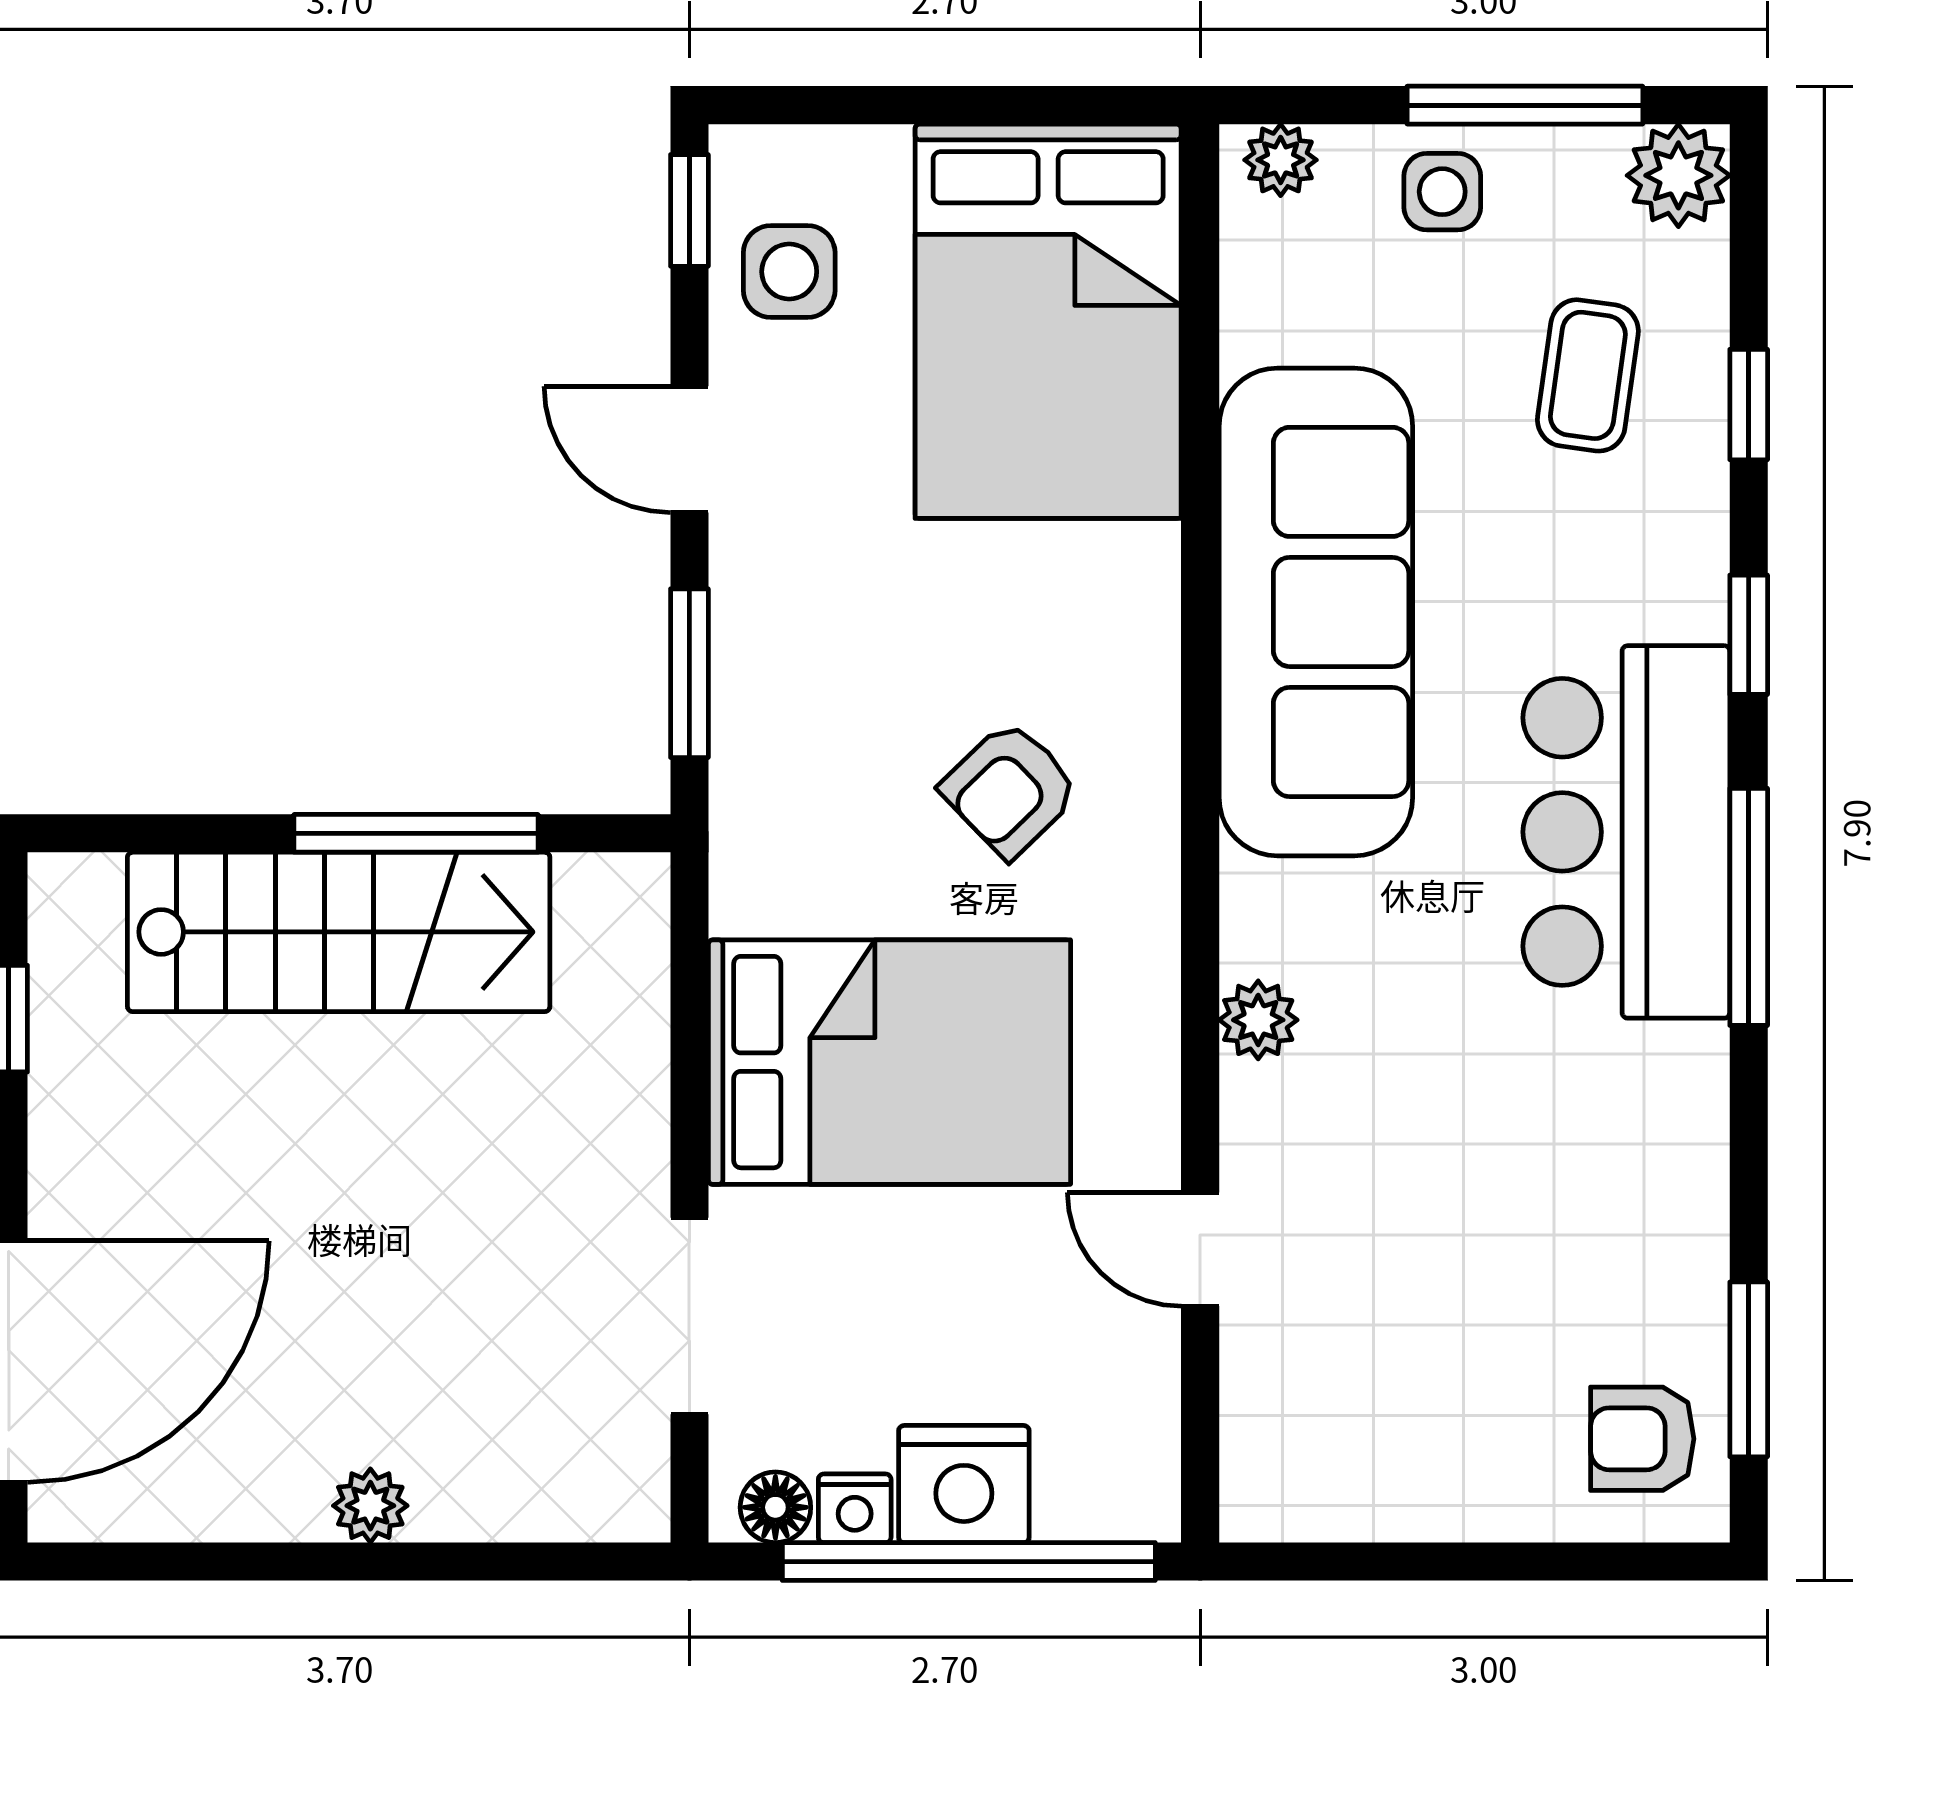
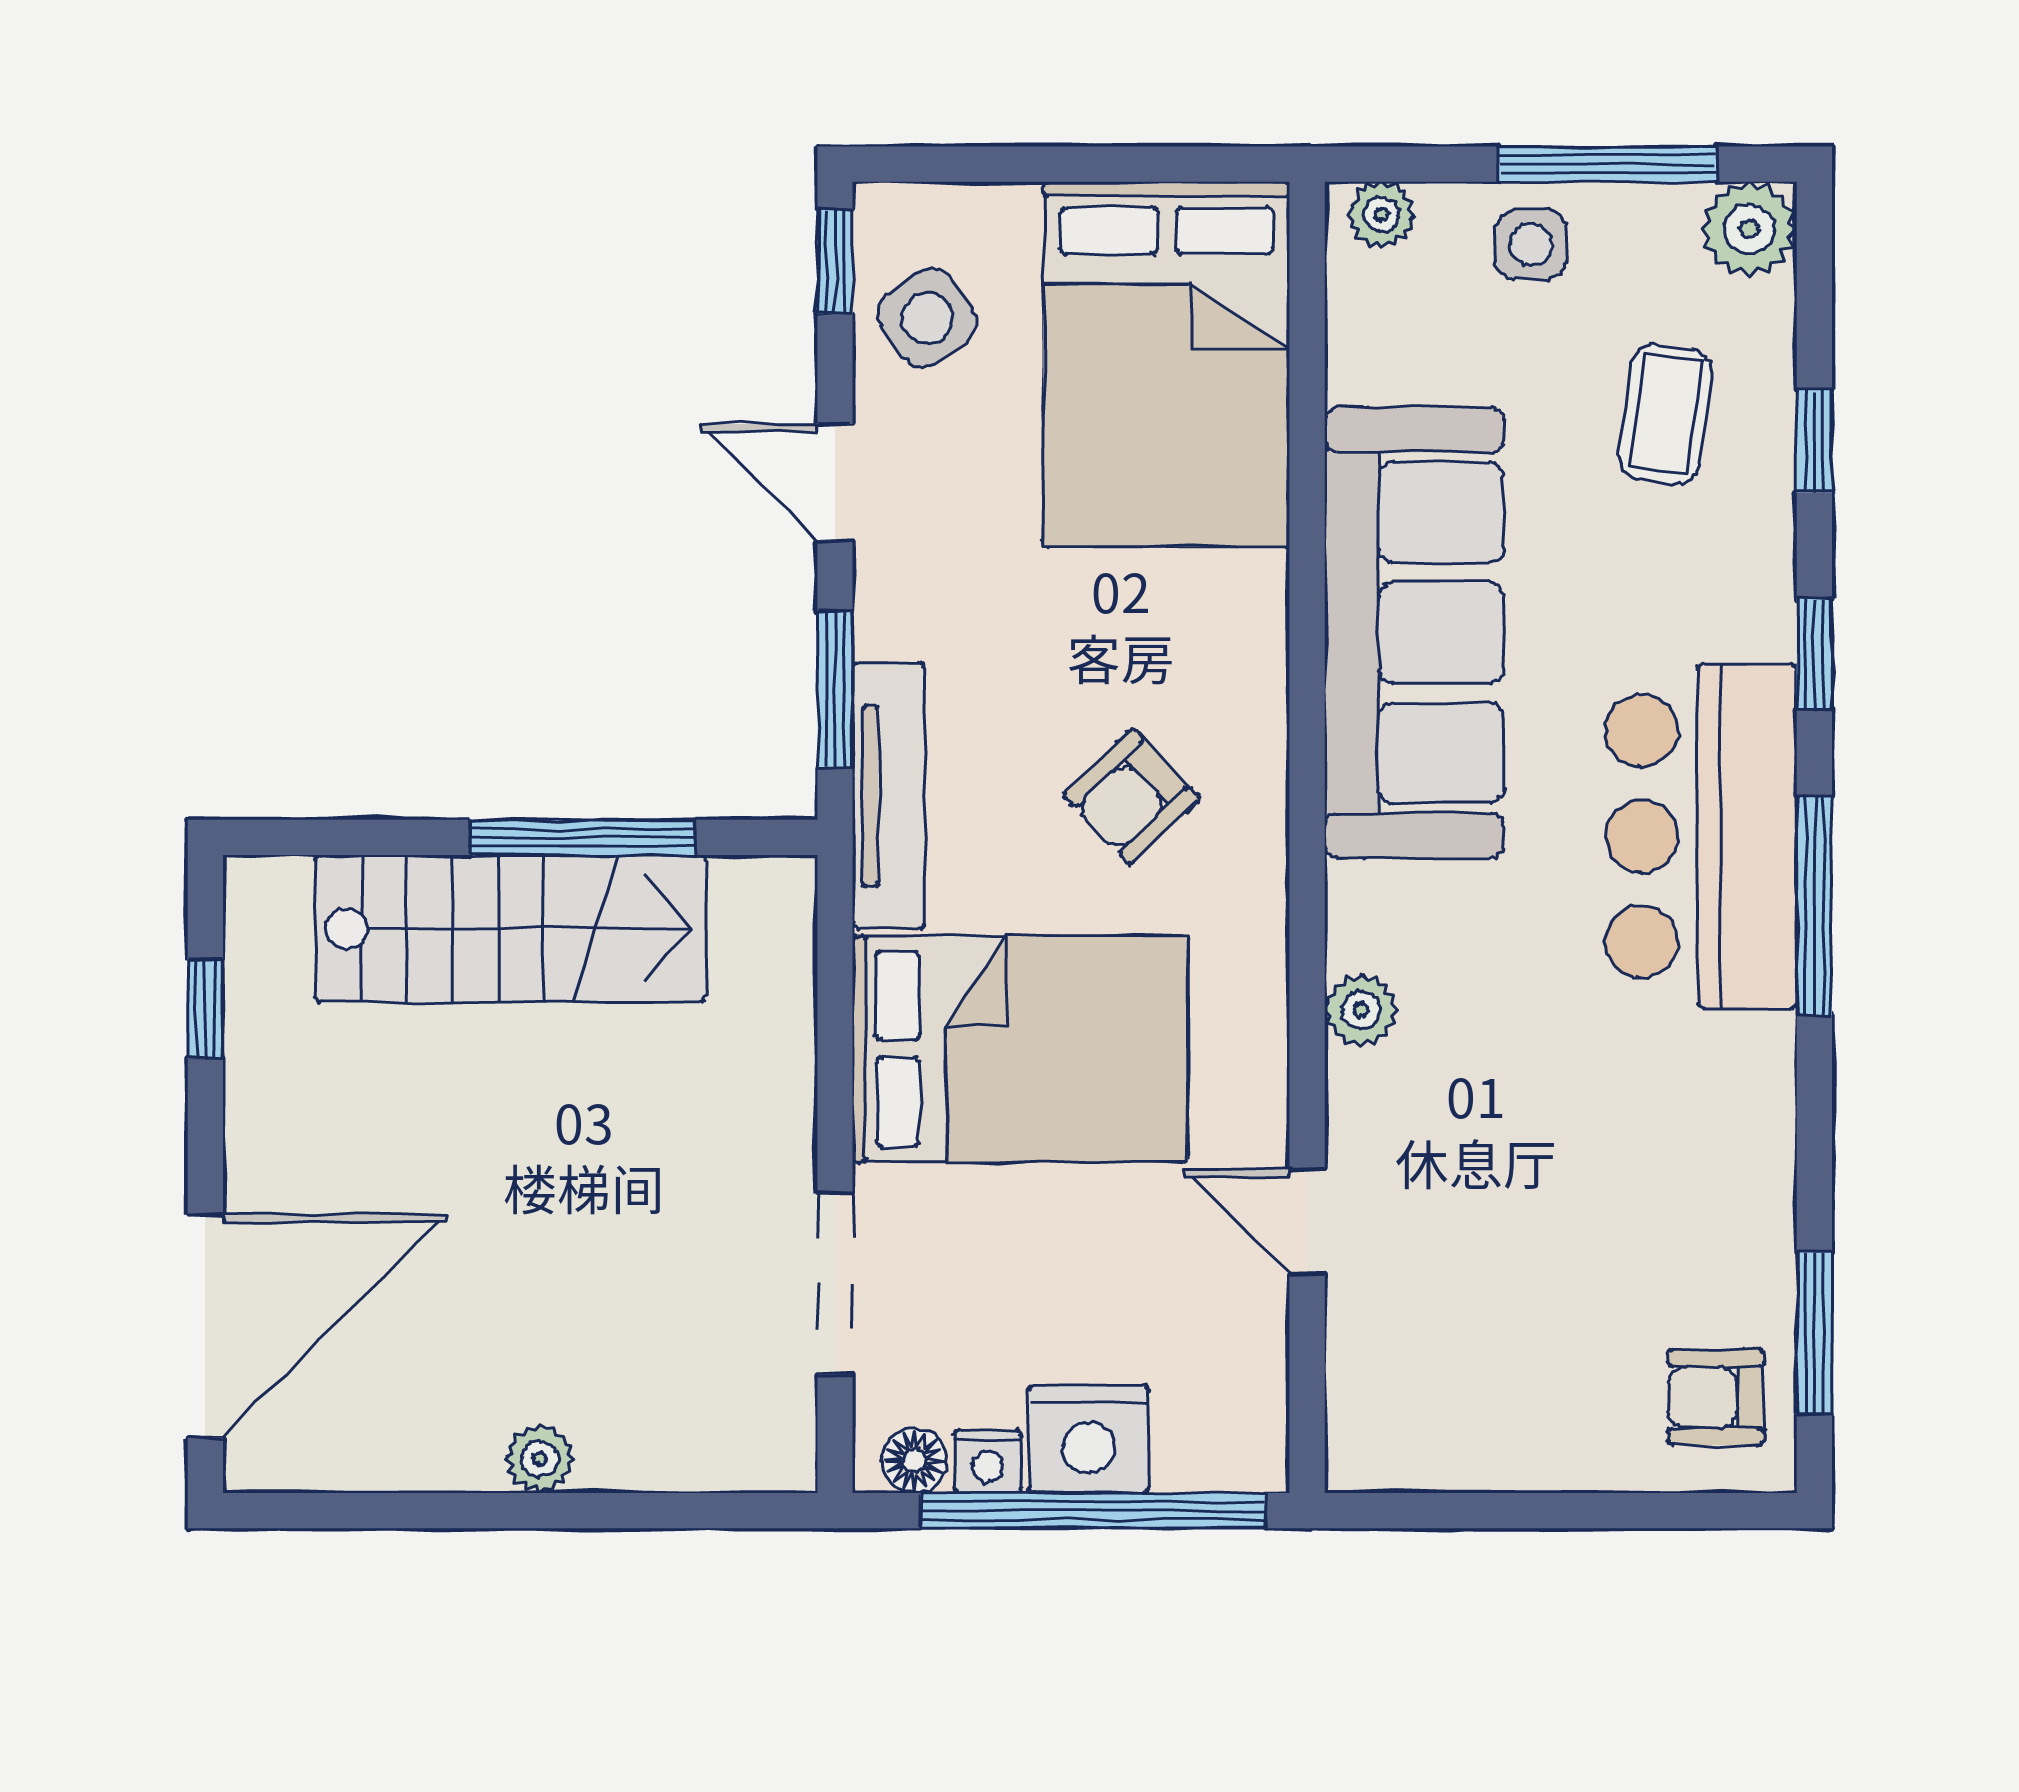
side table: (789, 272) -> (927, 318), turned -35
tv unit: (747, 788) -> (889, 796), added

